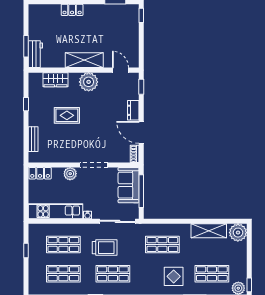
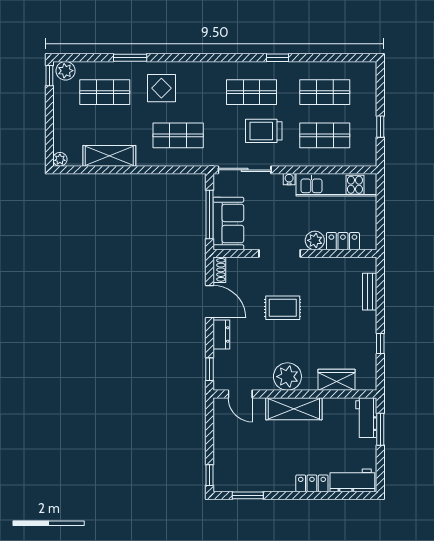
workbench: (45, 12) -> (352, 480), added
rug: (67, 115) -> (283, 308), moved
locker: (40, 173) -> (343, 241), moved
plant: (238, 233) -> (60, 159), width x0.53, depth x0.53

